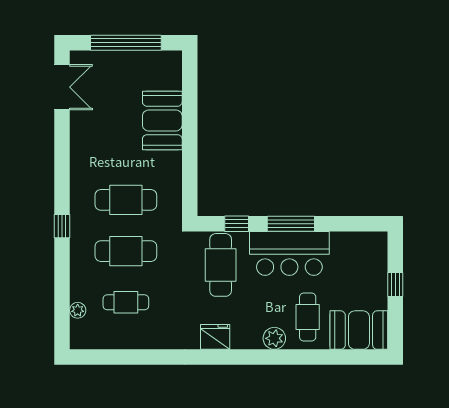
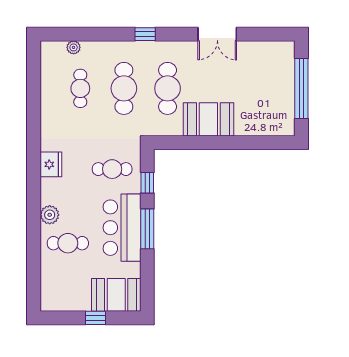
double door: (62, 87) -> (217, 34), moved
booth: (162, 120) -> (208, 119), moved
cafe table: (221, 265) -> (112, 169), width x0.73, depth x0.74
booth: (359, 330) -> (116, 295), moved, turned 90

